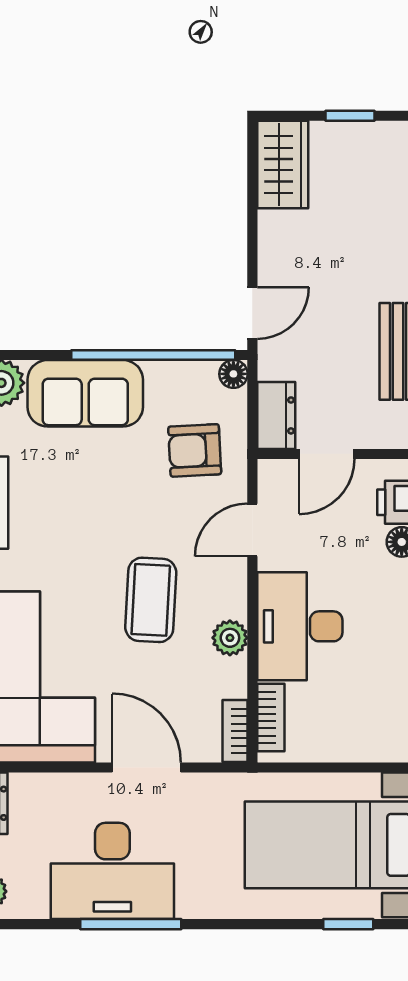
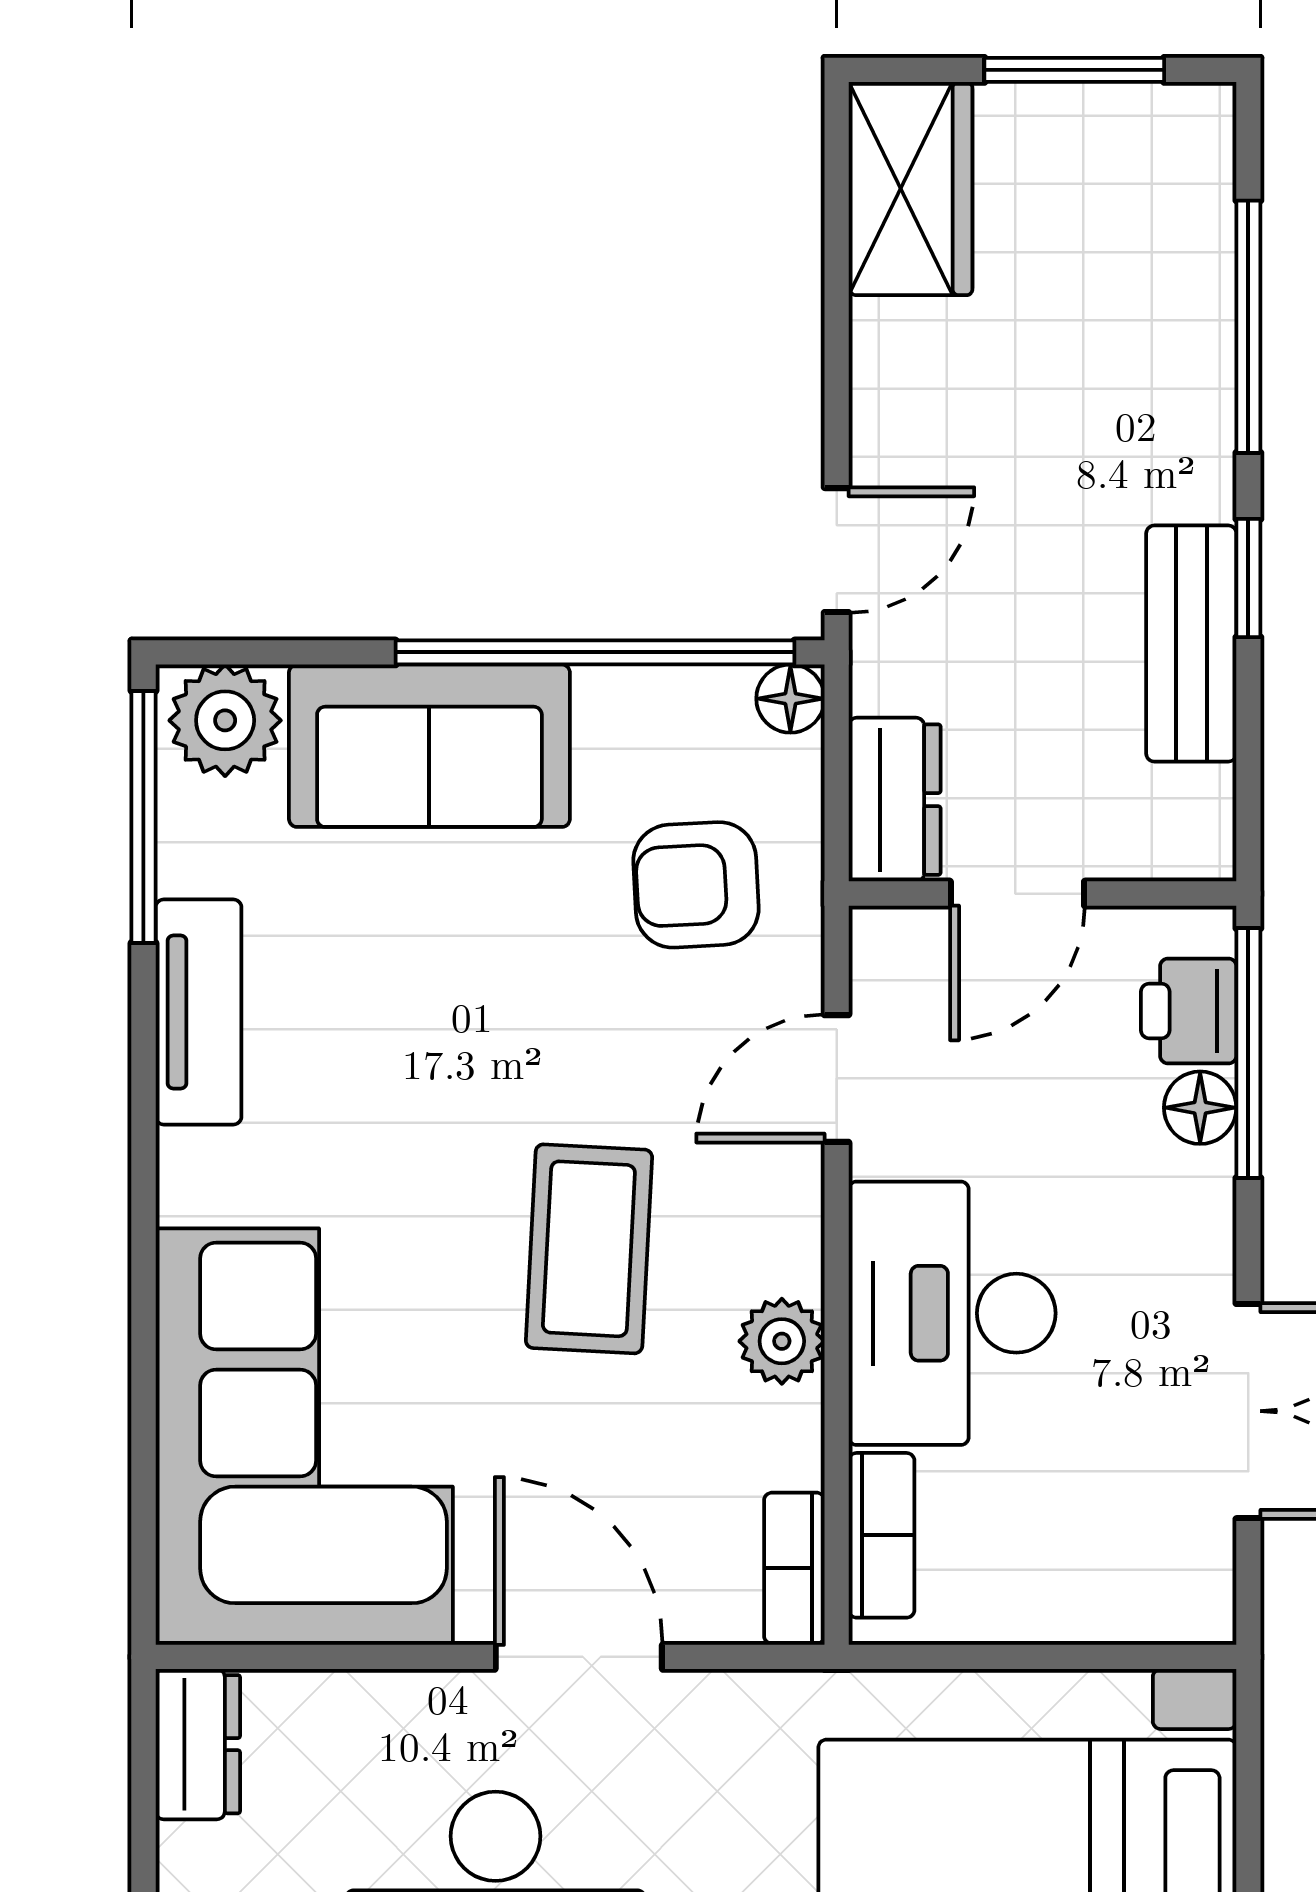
window: (350, 116) -> (1074, 70), width x1.50

